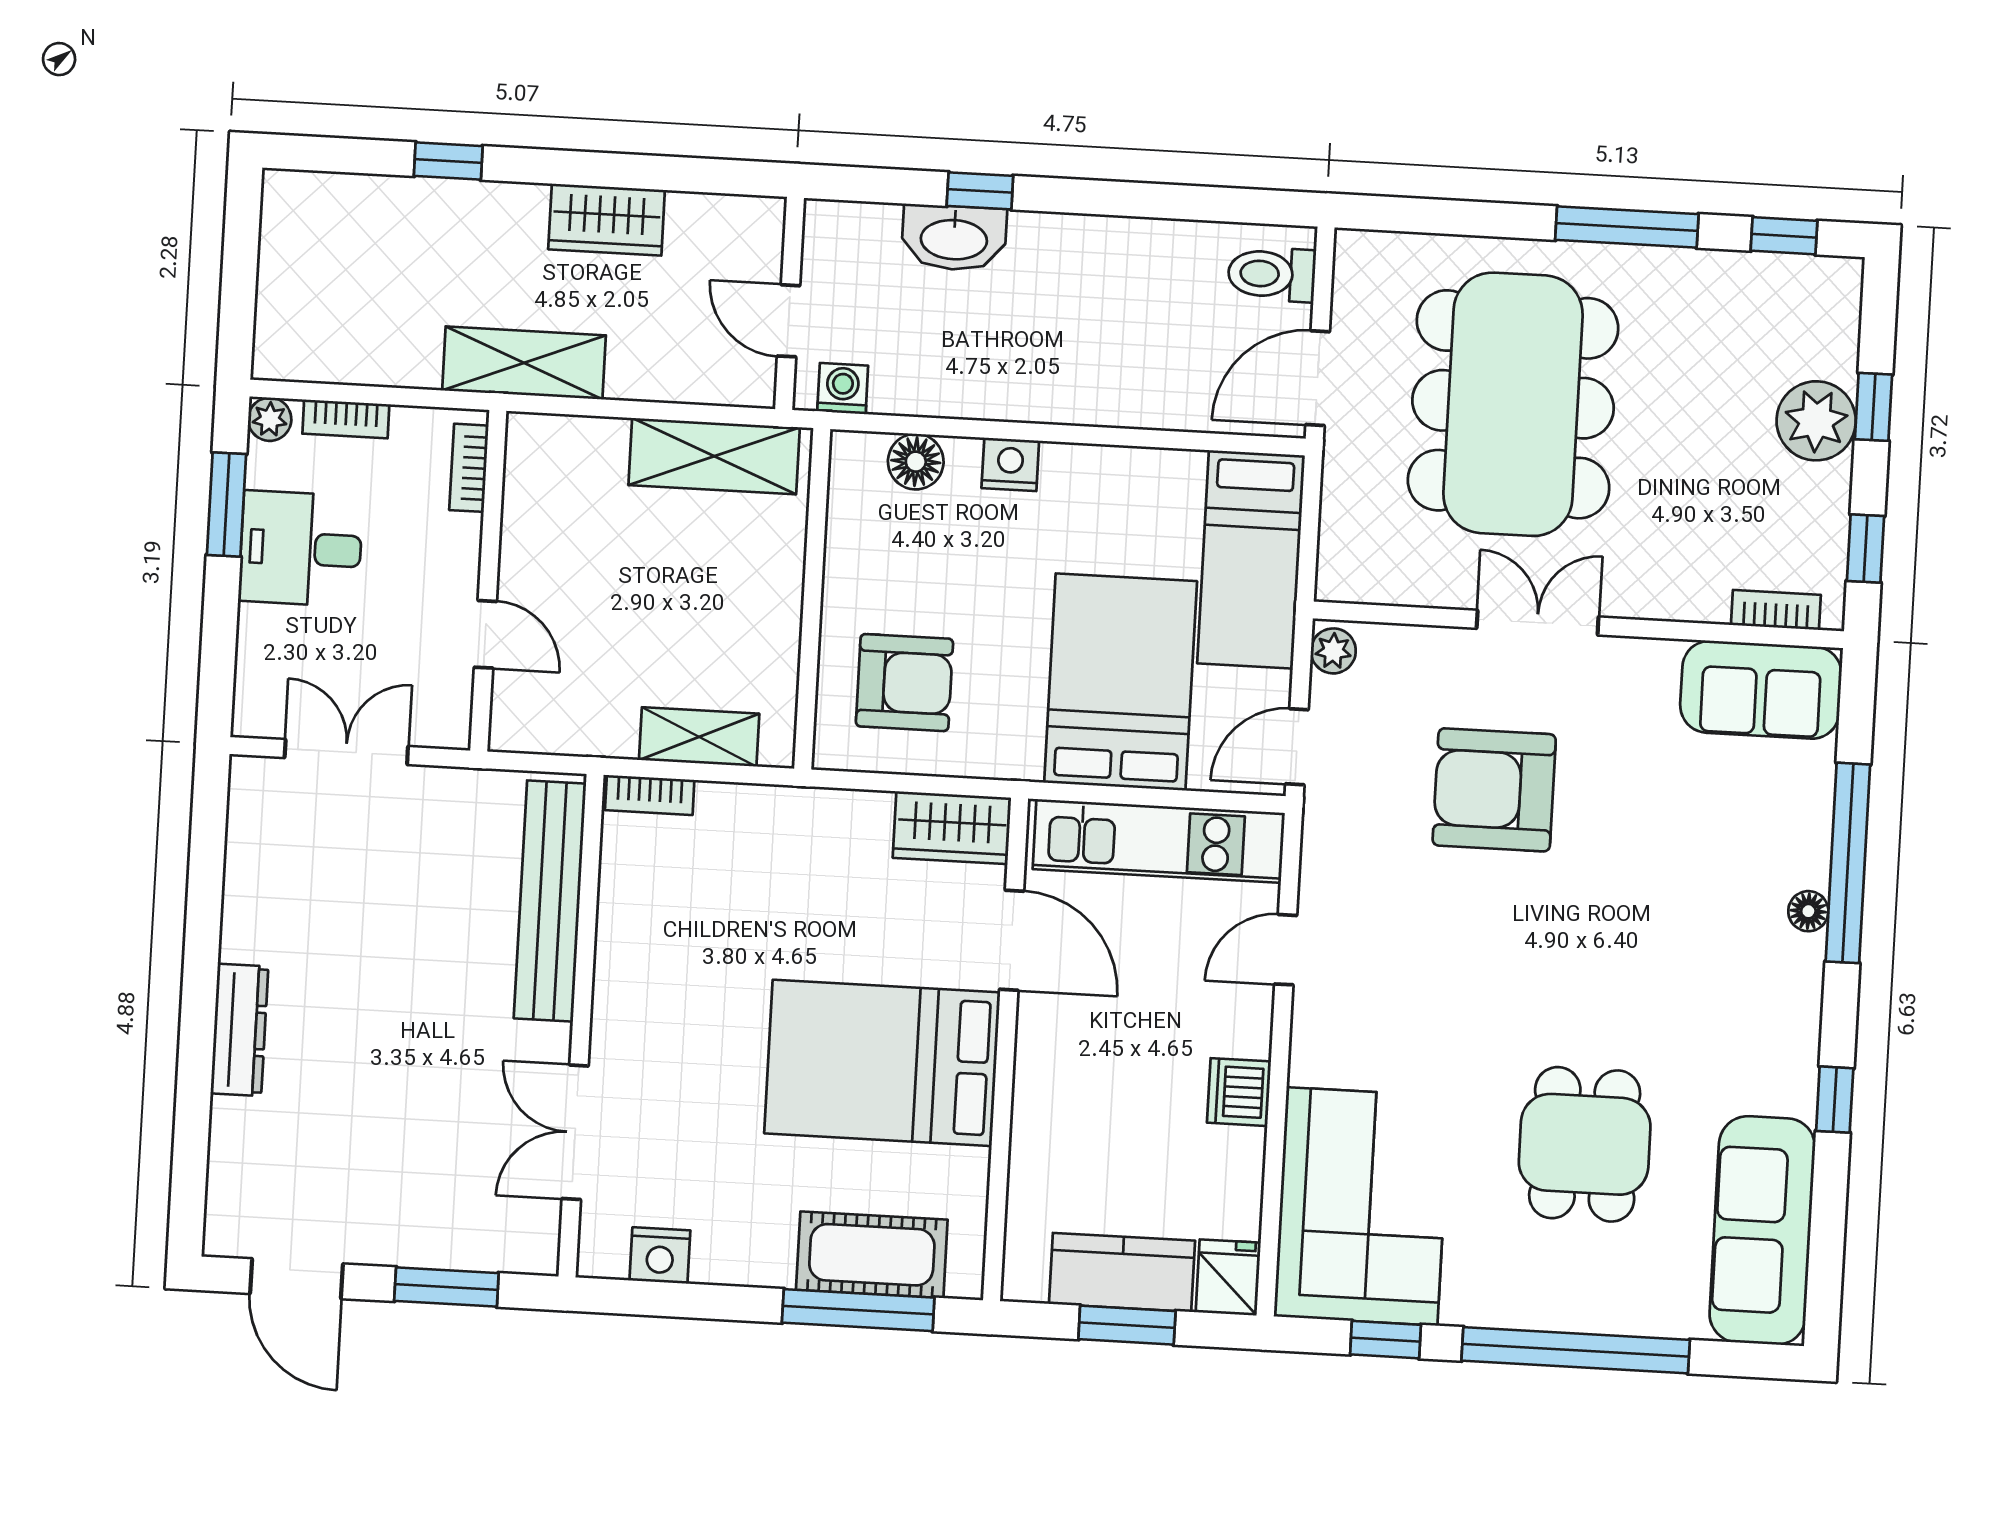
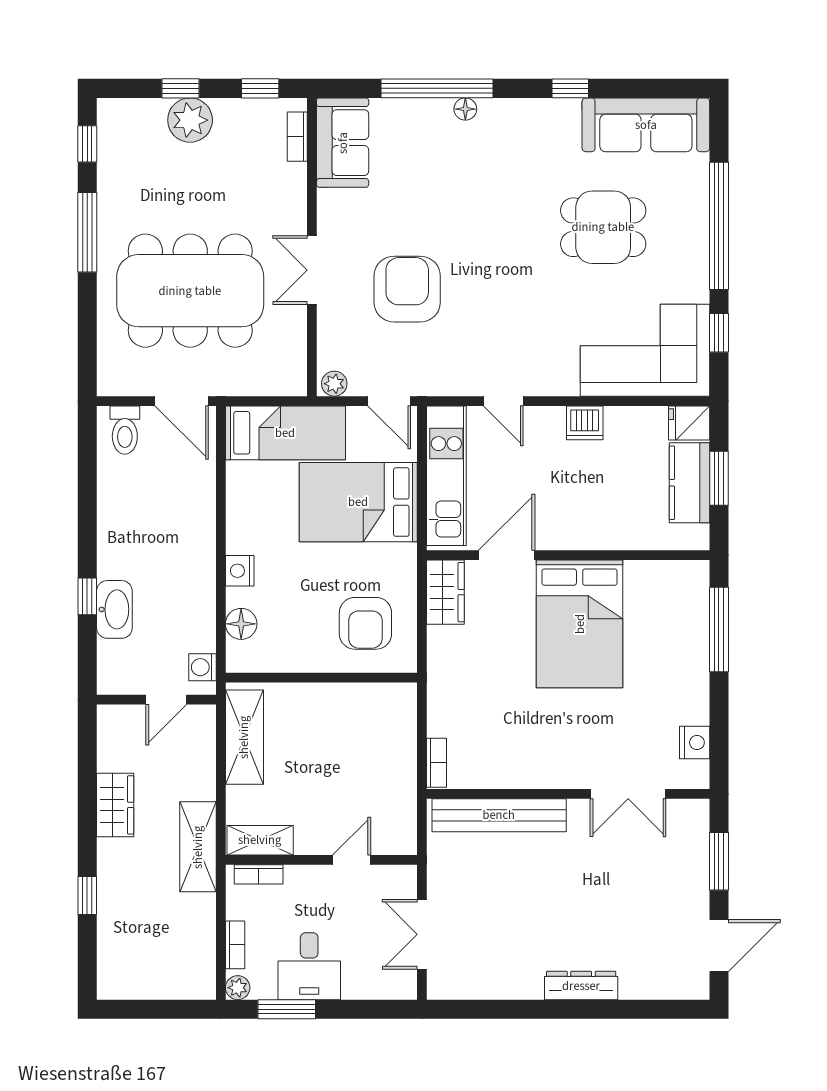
armchair: (904, 683) -> (365, 623), turned 180
shelving: (699, 737) -> (260, 840), moved, turned 90
armchair: (1494, 790) -> (407, 289), turned 180
cot: (872, 1255) -> (687, 624), removed

